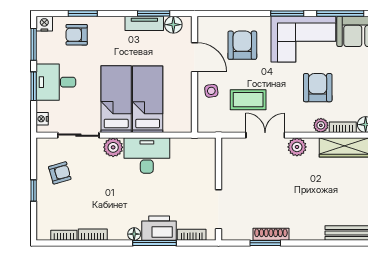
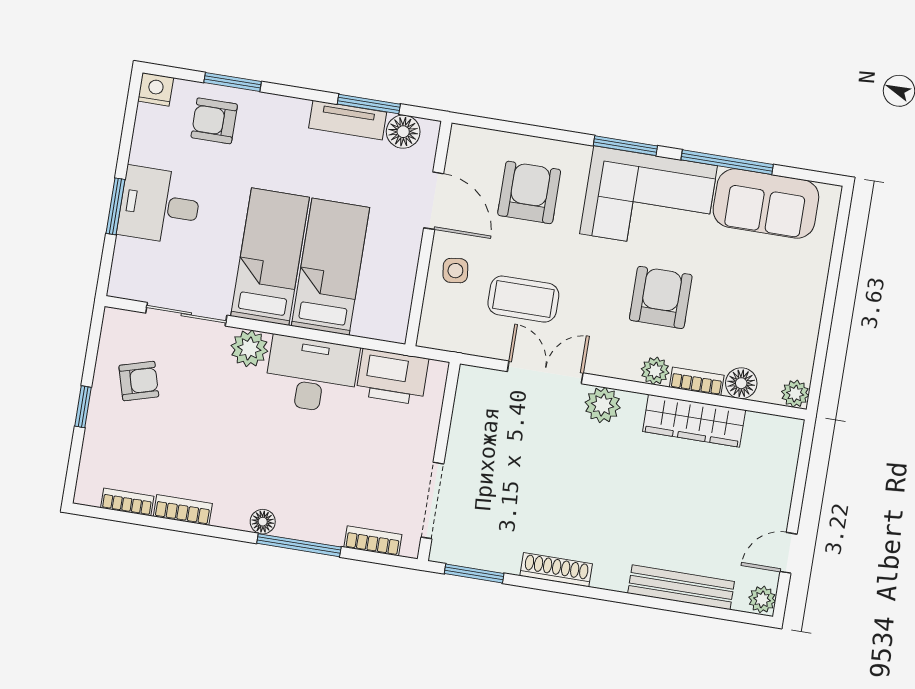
window: (34, 44) -> (128, 126), removed
nightstand: (42, 119) -> (122, 272), removed
printer: (159, 228) -> (392, 377), moved, turned 180
shoe rack: (271, 234) -> (556, 570), moved
window: (265, 243) -> (474, 574), moved

